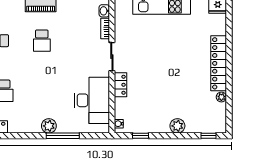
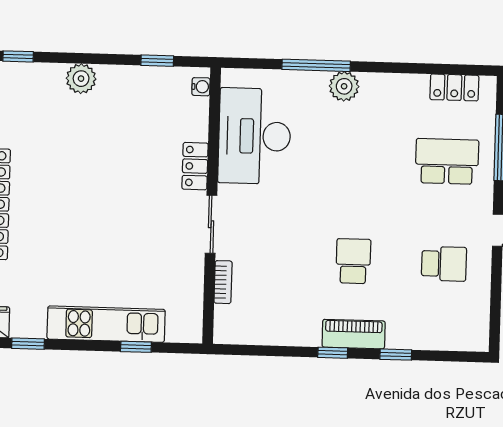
washbasin: (104, 11) -> (224, 318), removed

